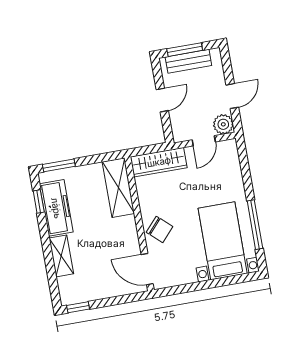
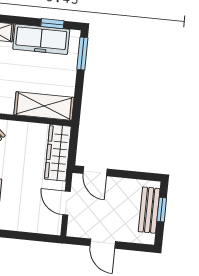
window: (185, 50) -> (162, 210), width x0.67
door: (162, 100) -> (95, 171), moved
plant: (223, 124) -> (77, 227), removed

